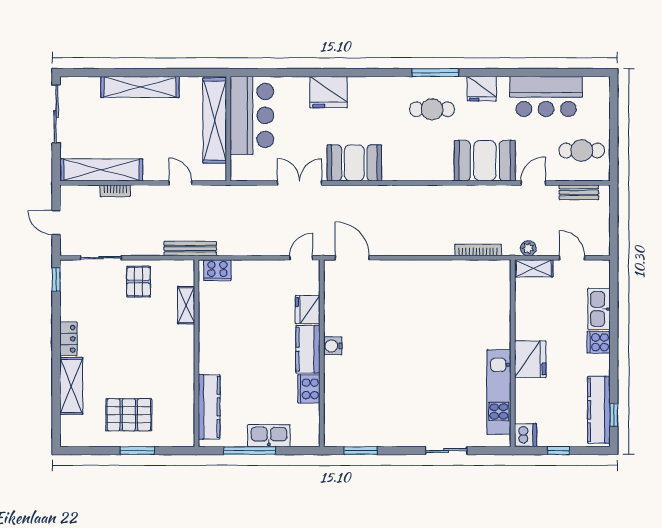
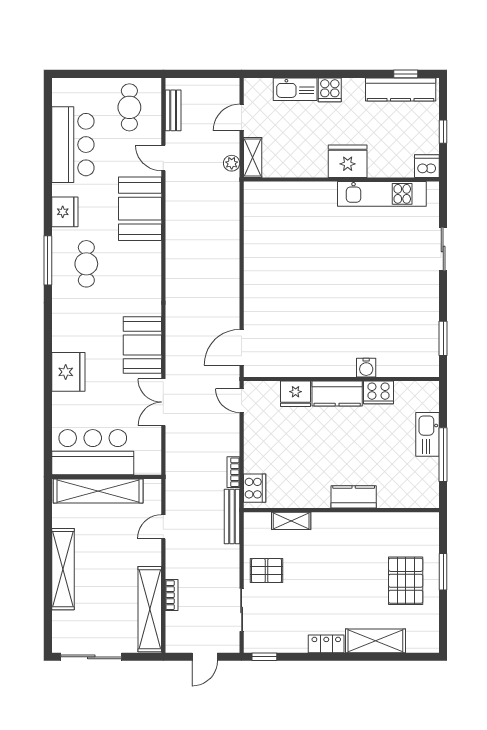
bookcase: (478, 250) -> (233, 472), moved, width x0.64
water cooler: (333, 346) -> (366, 368), moved
kitchen counter: (209, 407) -> (354, 497), moved, width x0.67

